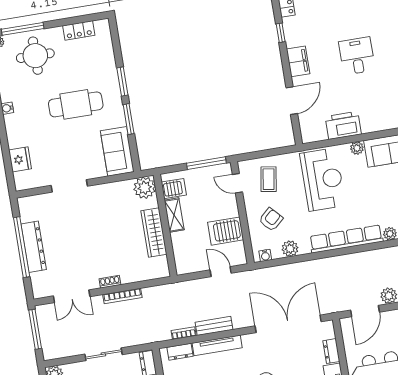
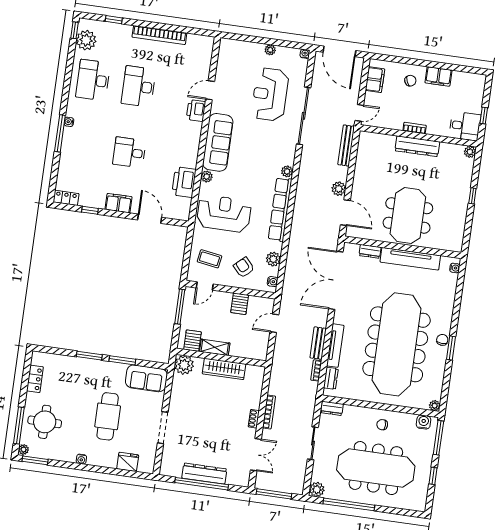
cafe table: (76, 104) -> (108, 416), moved
server rack: (226, 231) -> (240, 304), width x0.73, depth x0.70

